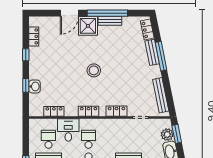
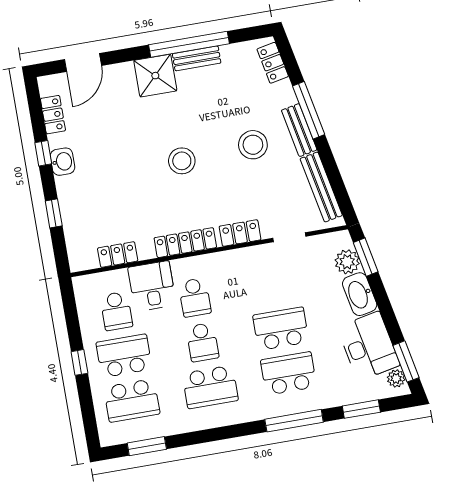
door: (69, 13) -> (83, 63), moved
bench: (152, 52) -> (299, 130), moved
stool: (130, 68) -> (253, 145), added
washbasin: (35, 86) -> (62, 162), moved
locker: (89, 111) -> (185, 243), width x1.53
school desk: (48, 139) -> (116, 311), turned 180
school desk: (88, 139) -> (195, 297), turned 180

